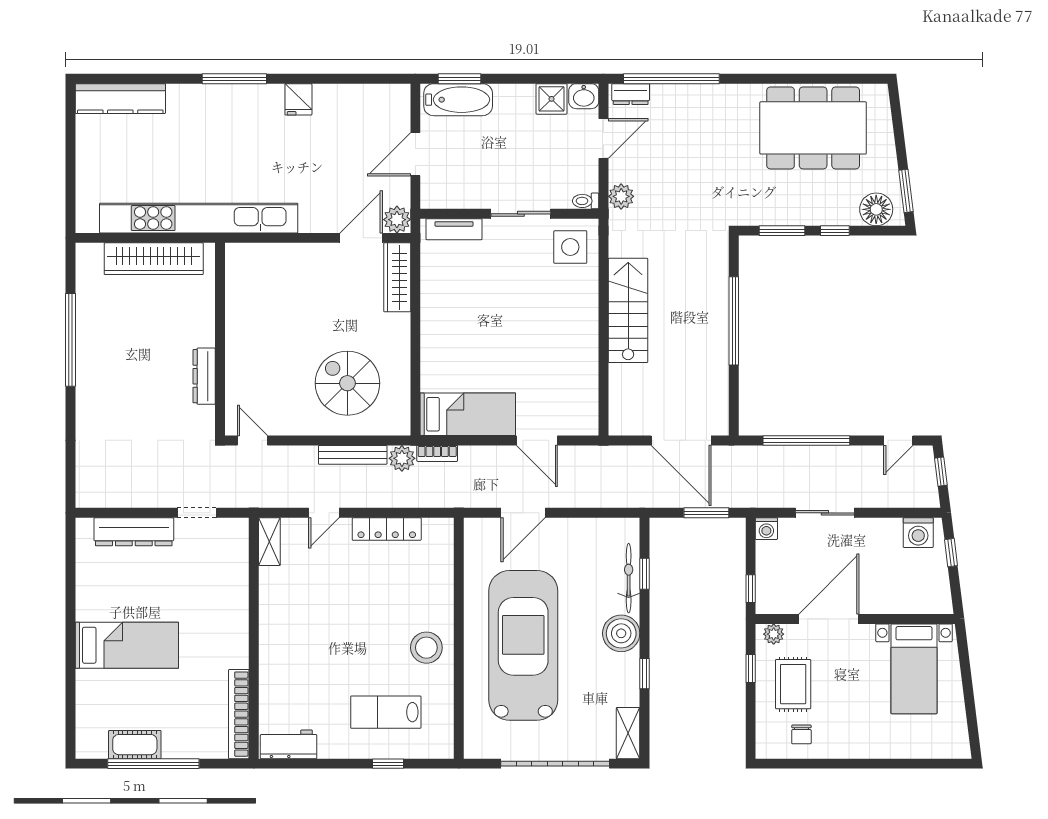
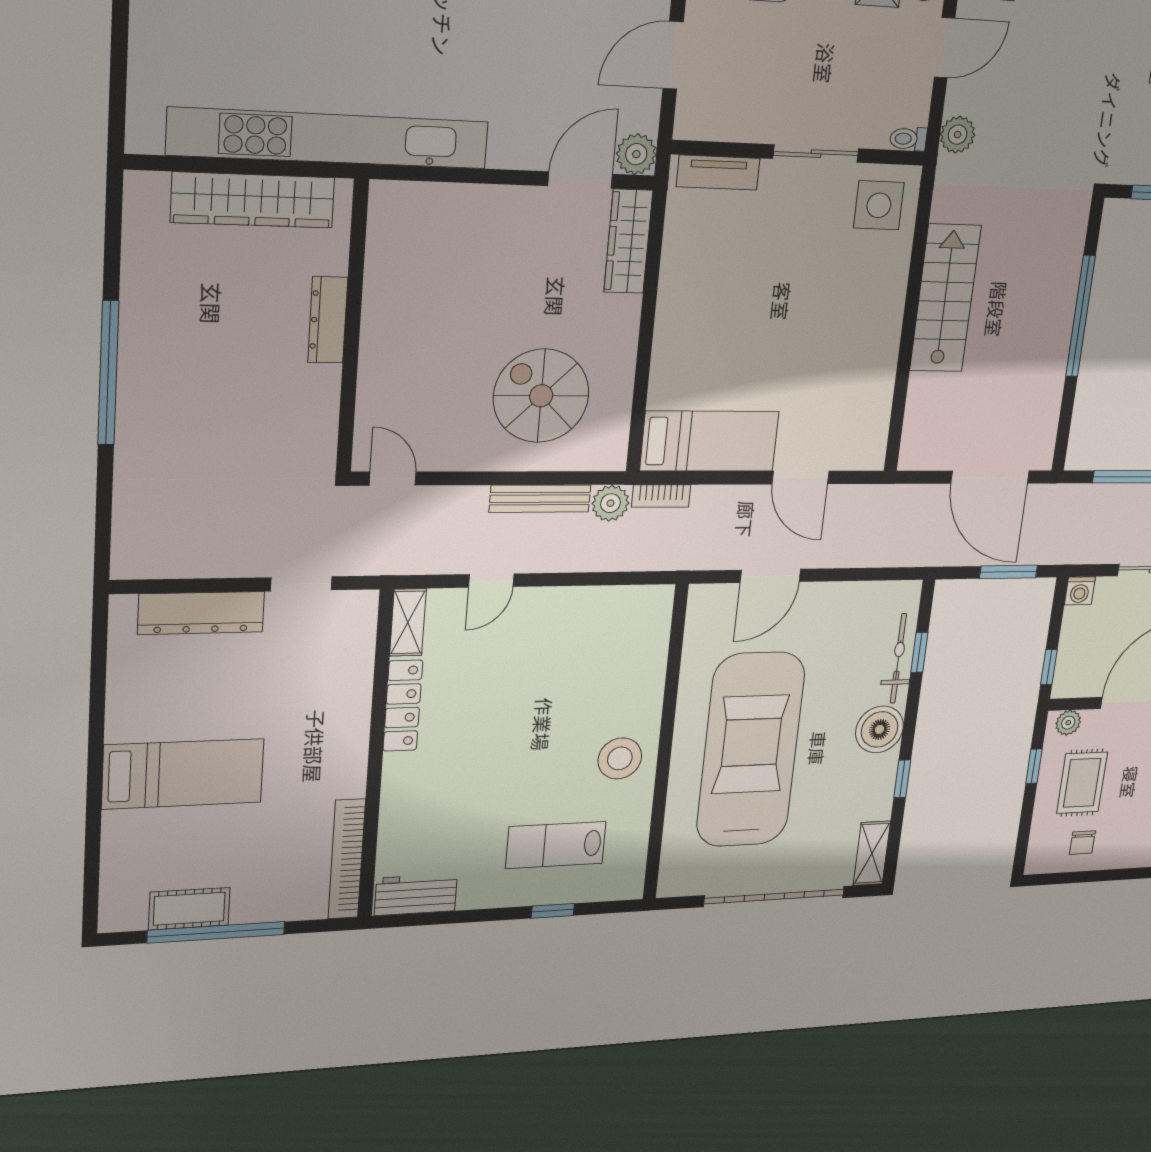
window: (71, 340) -> (108, 373), moved
dresser: (204, 376) -> (328, 320), moved
locker: (387, 529) -> (403, 706), moved, turned -90

